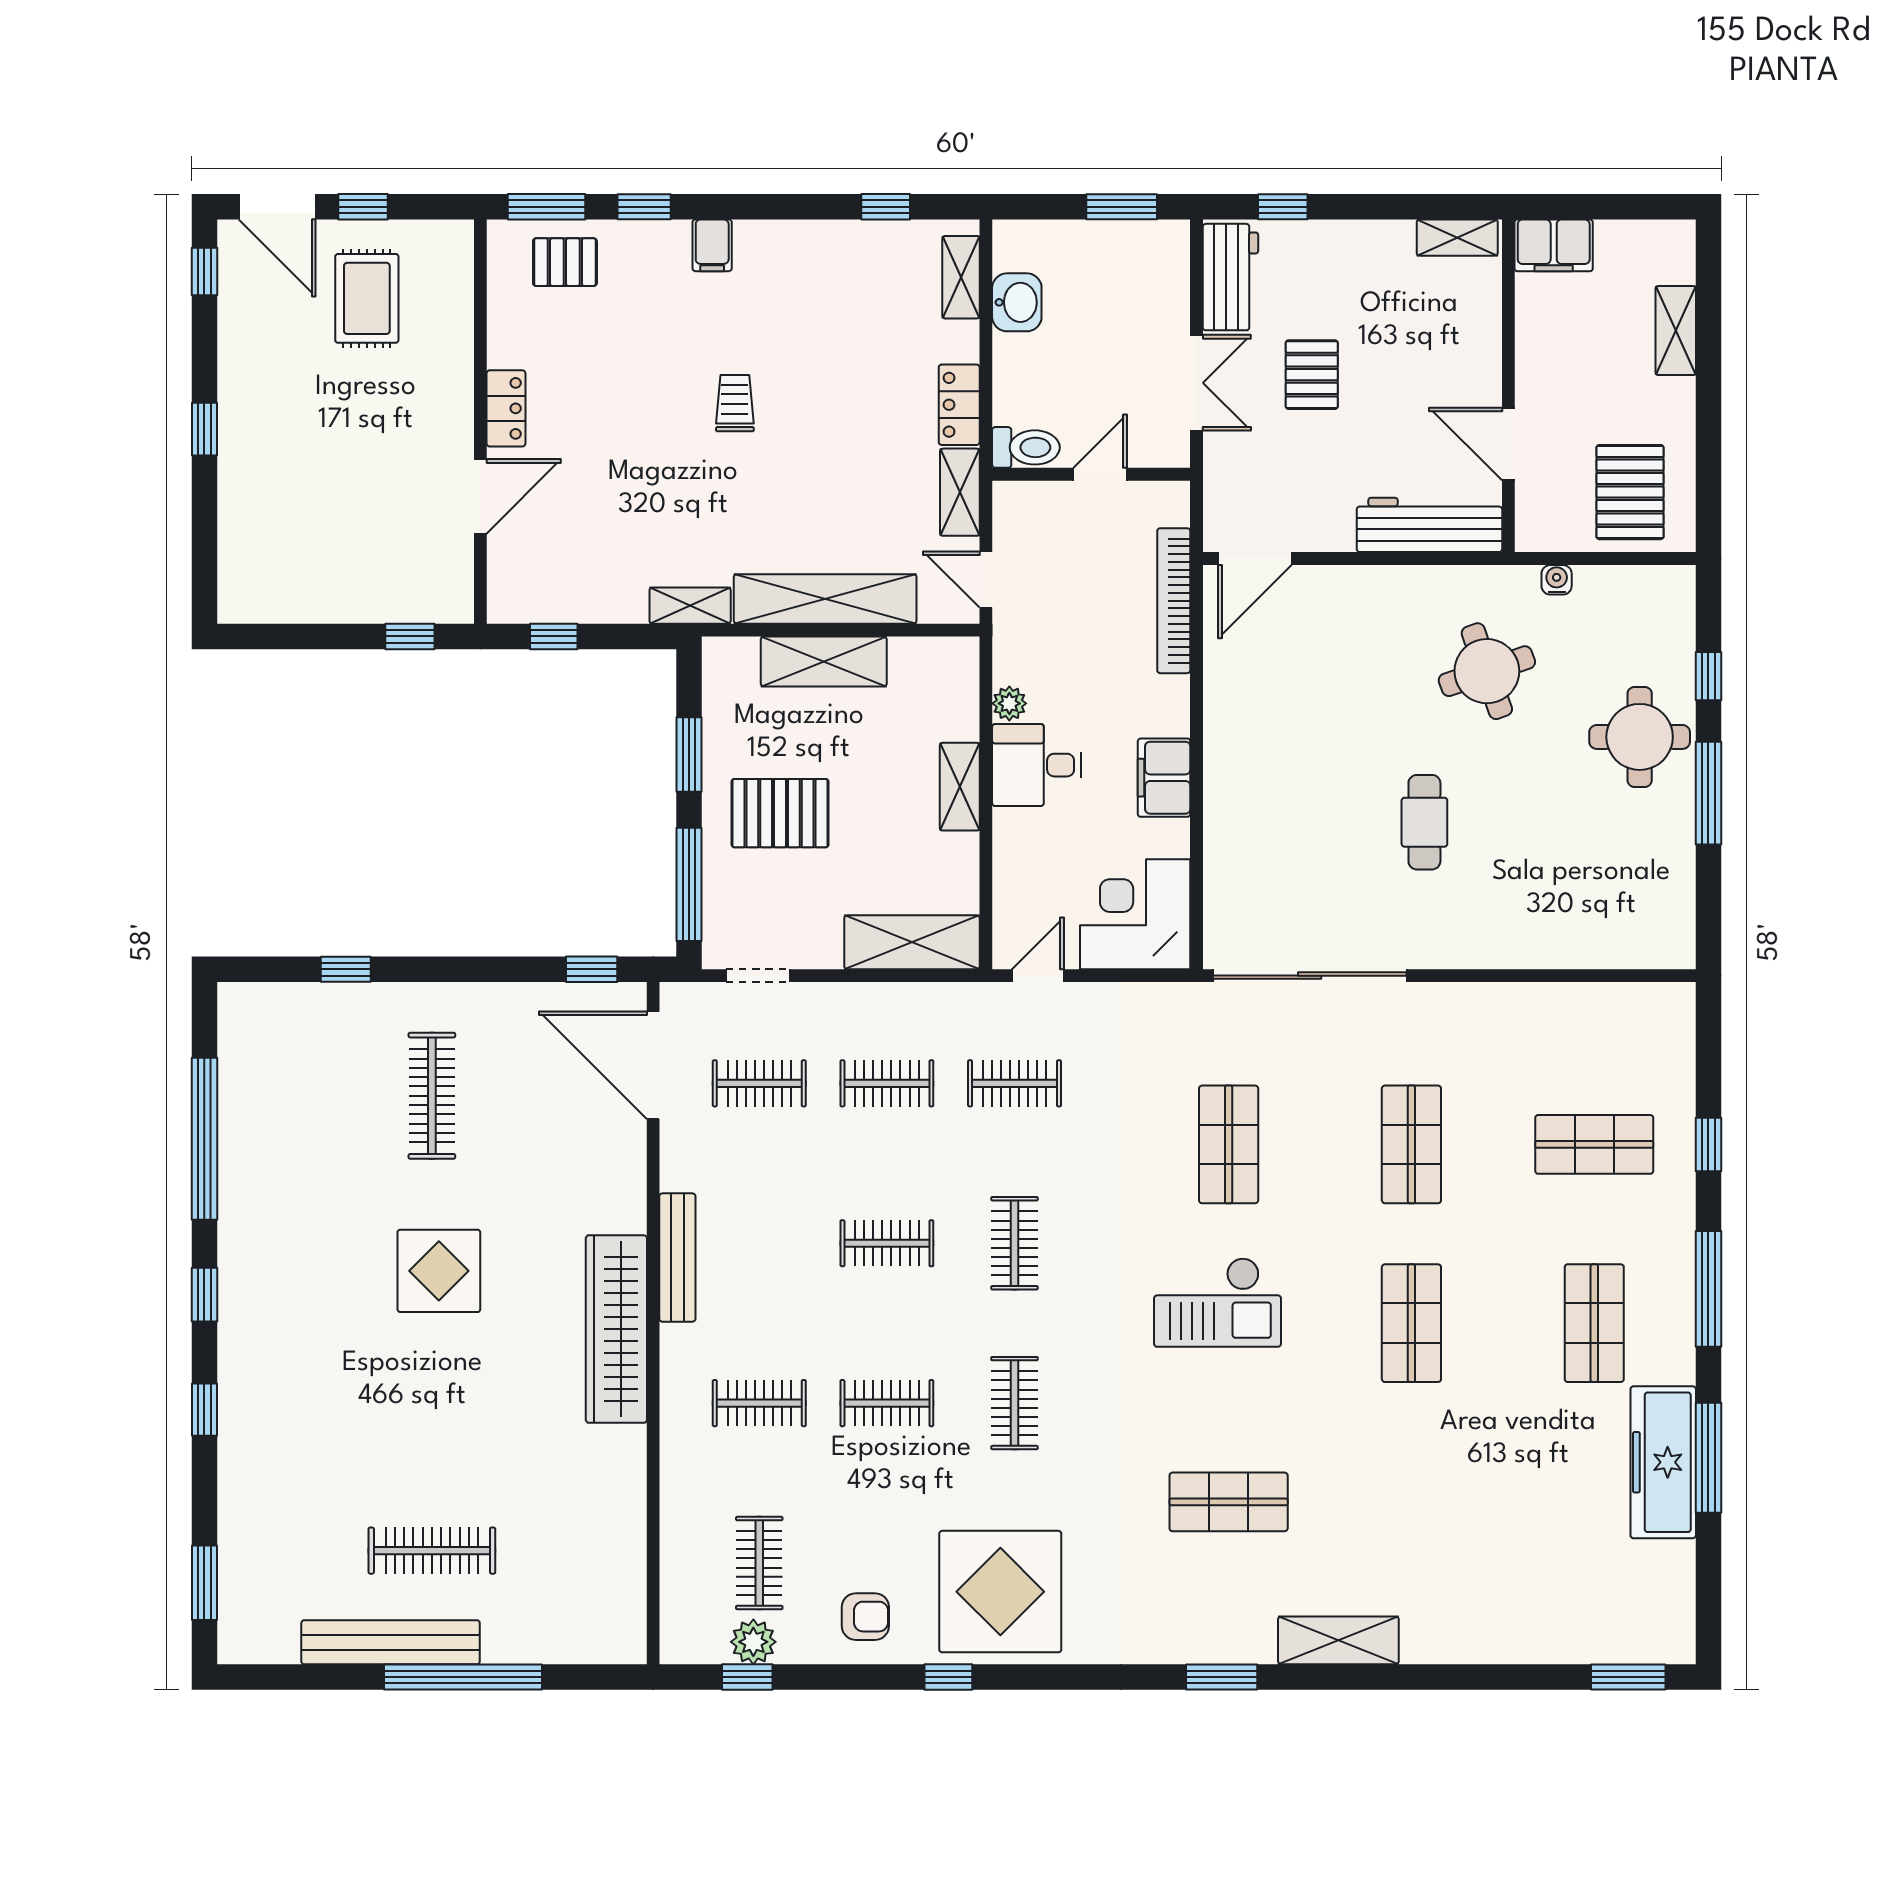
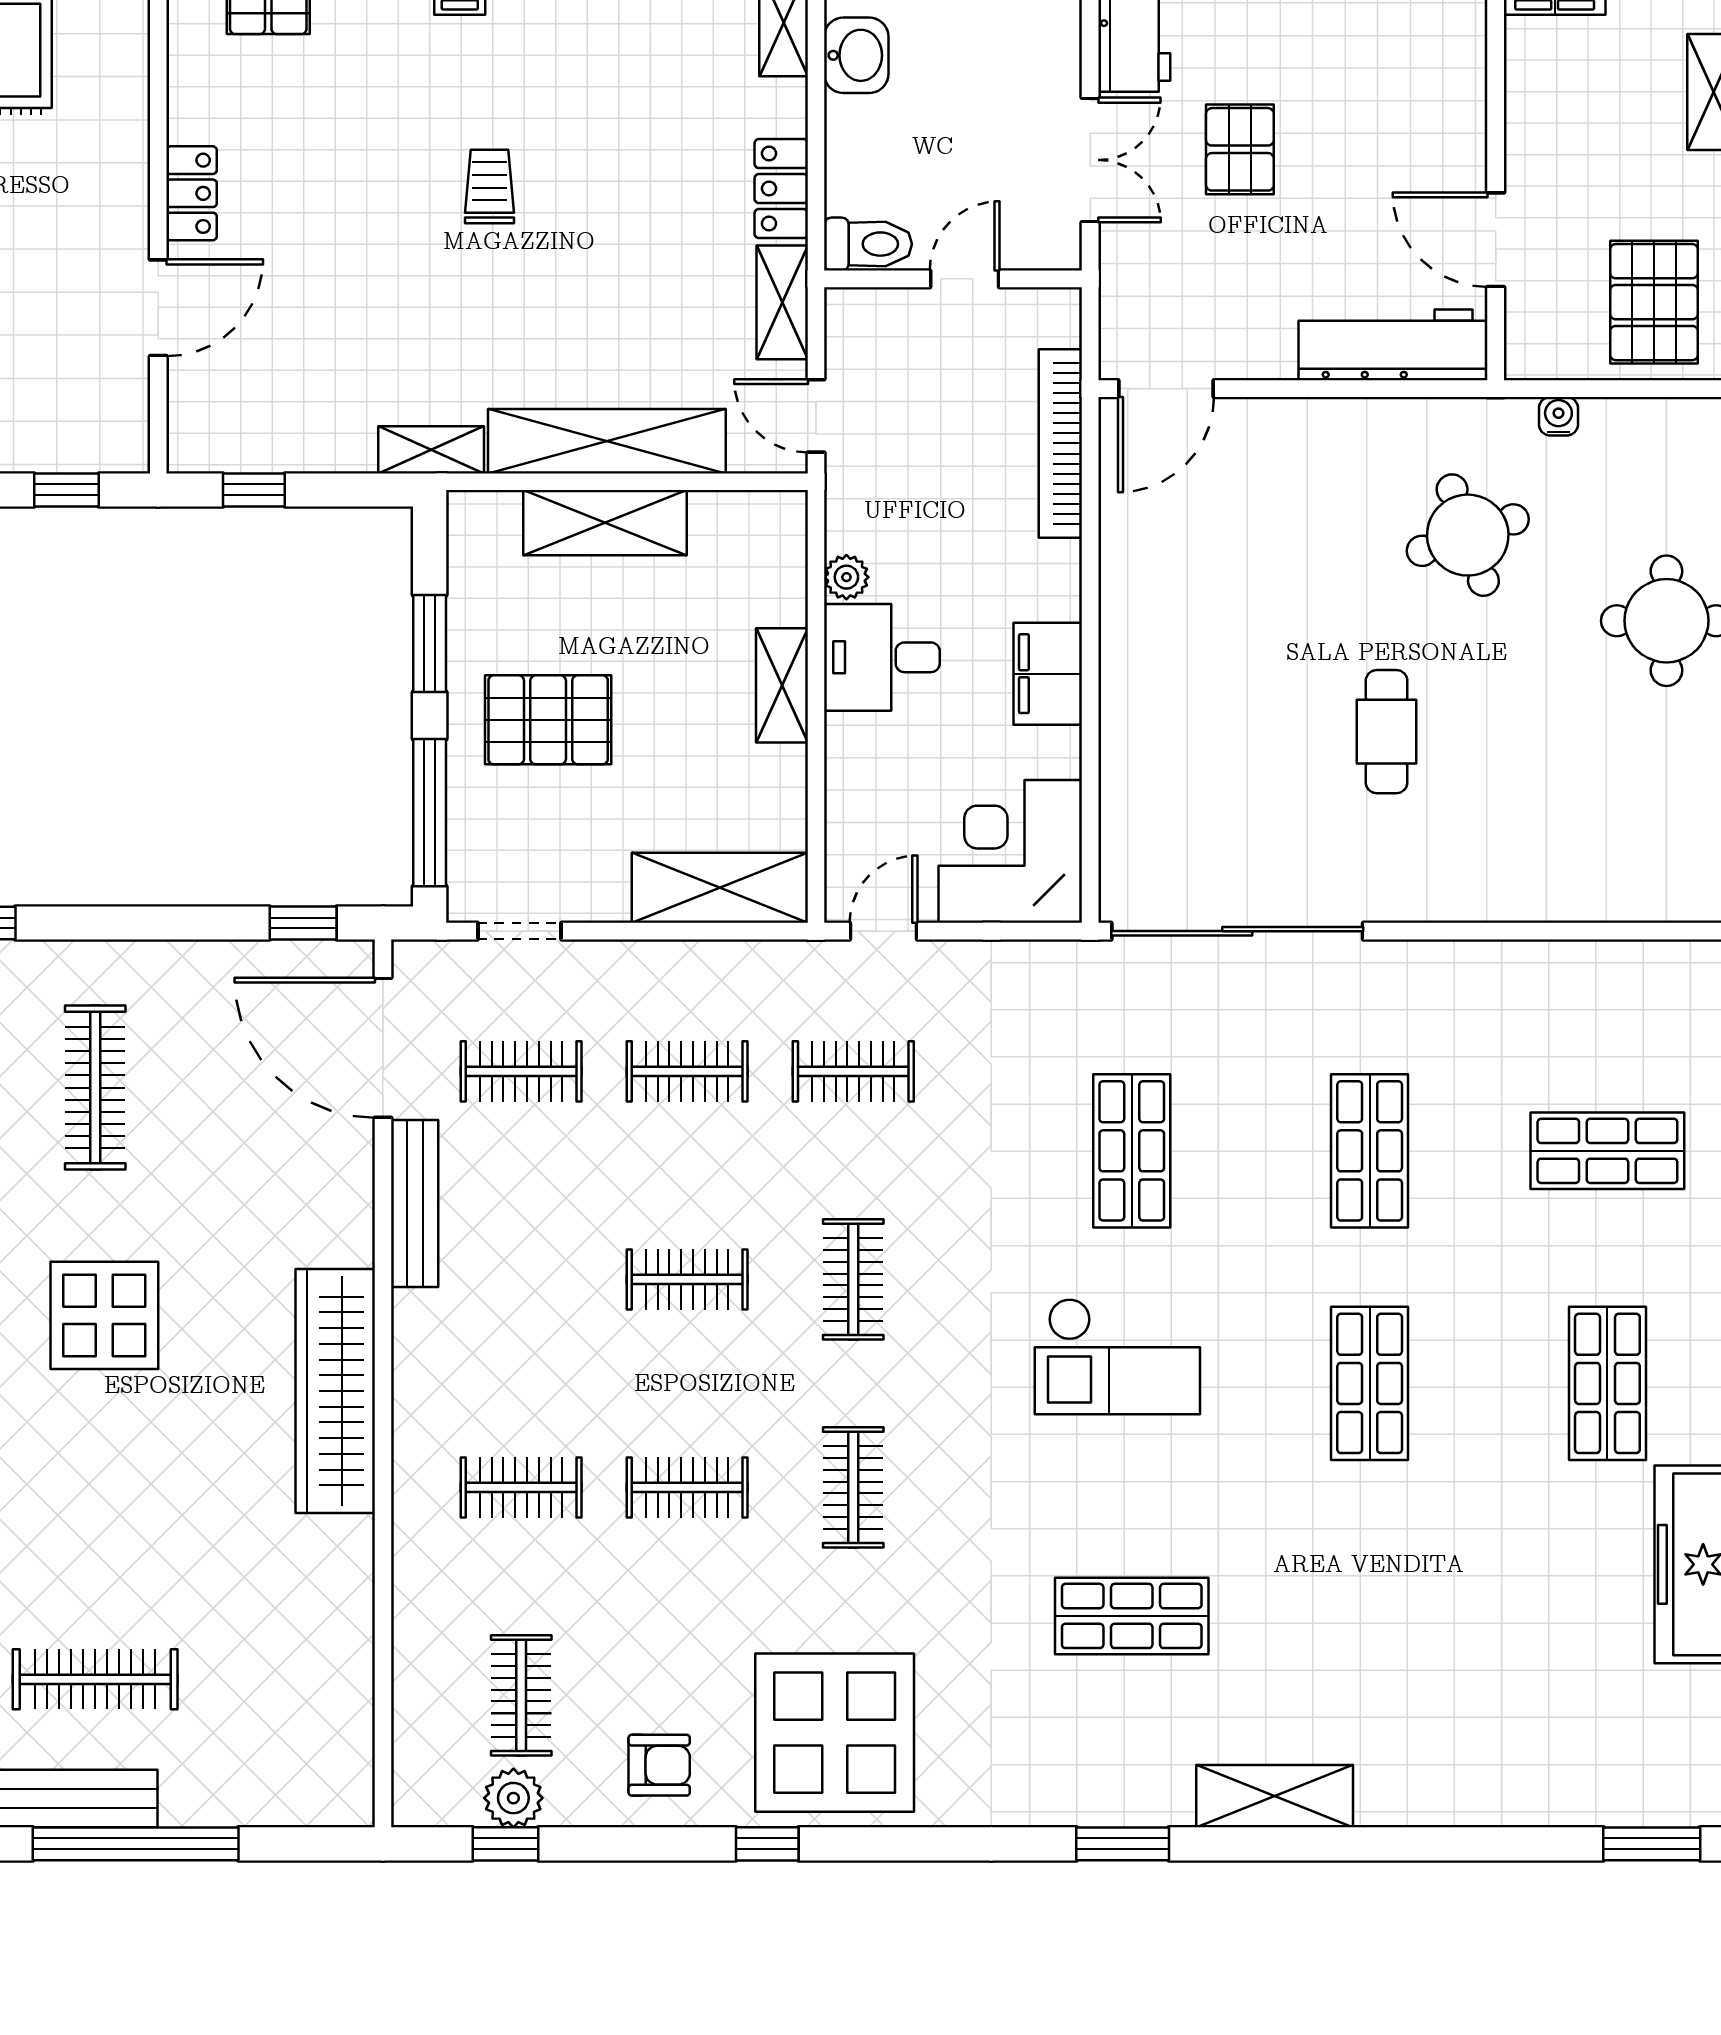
bench: (677, 1258) -> (415, 1204), moved

